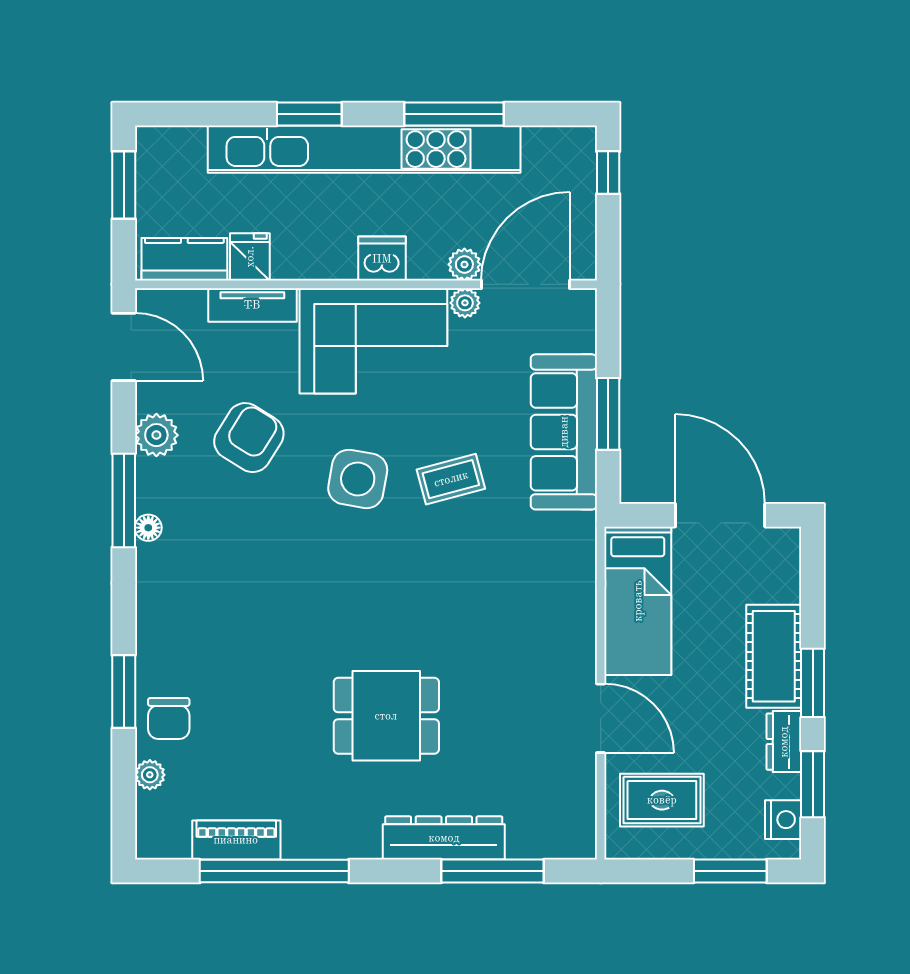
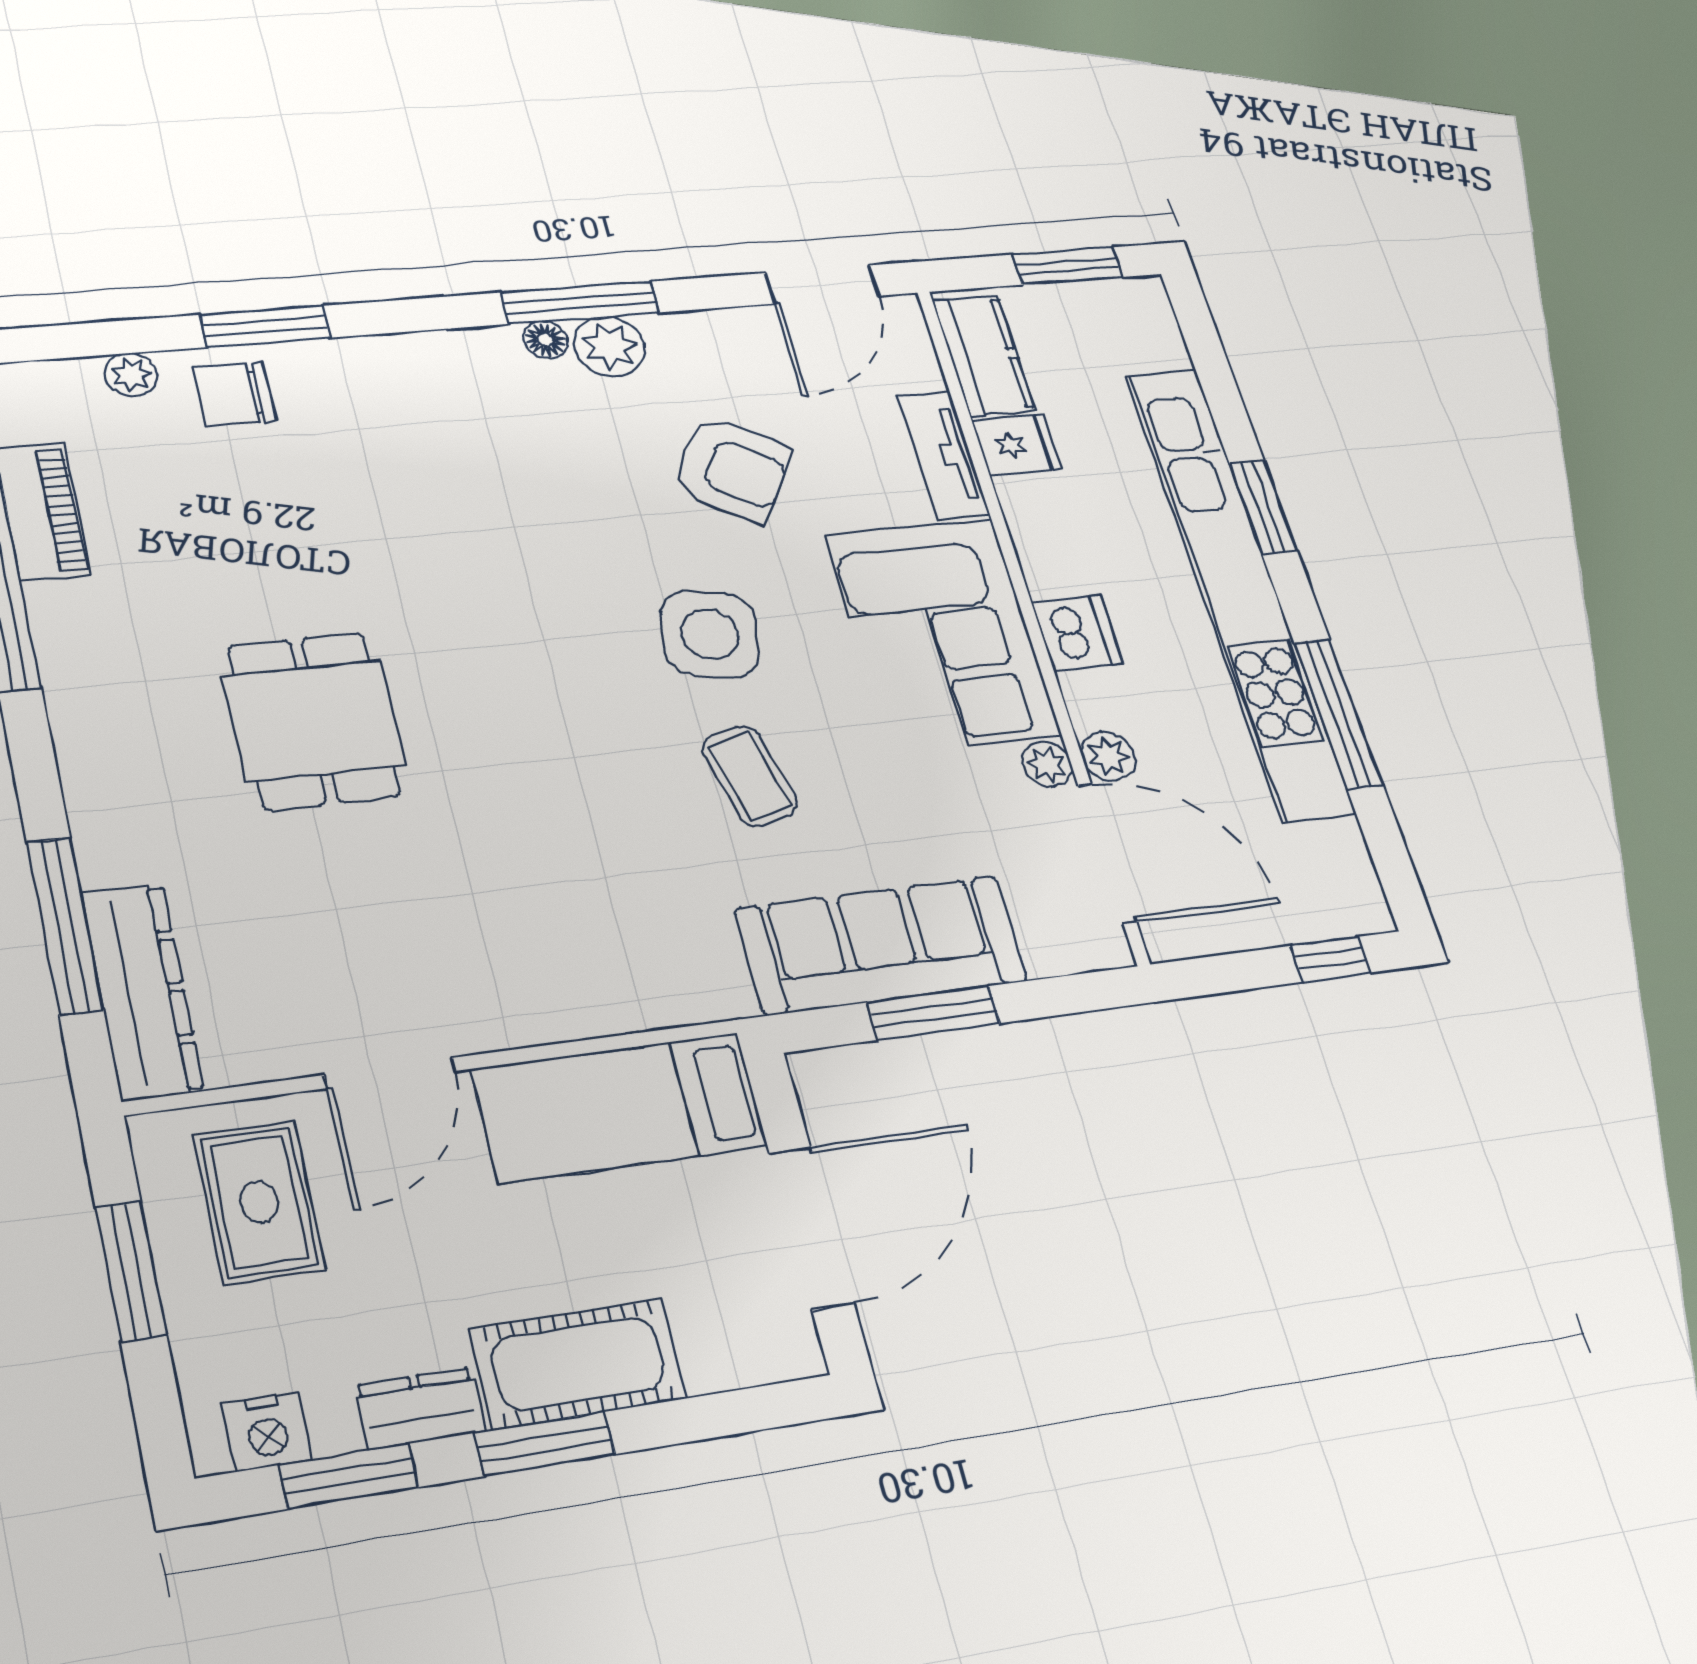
plant: (156, 435) -> (610, 346), moved
dresser: (444, 838) -> (142, 991), moved
window: (730, 871) -> (131, 1271), moved

